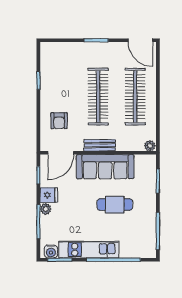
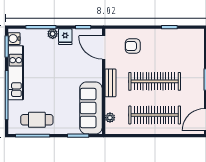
plant: (150, 146) -> (110, 118), moved
sofa: (105, 167) -> (91, 108), moved
cafe table: (115, 205) -> (37, 120), moved, turned 90

